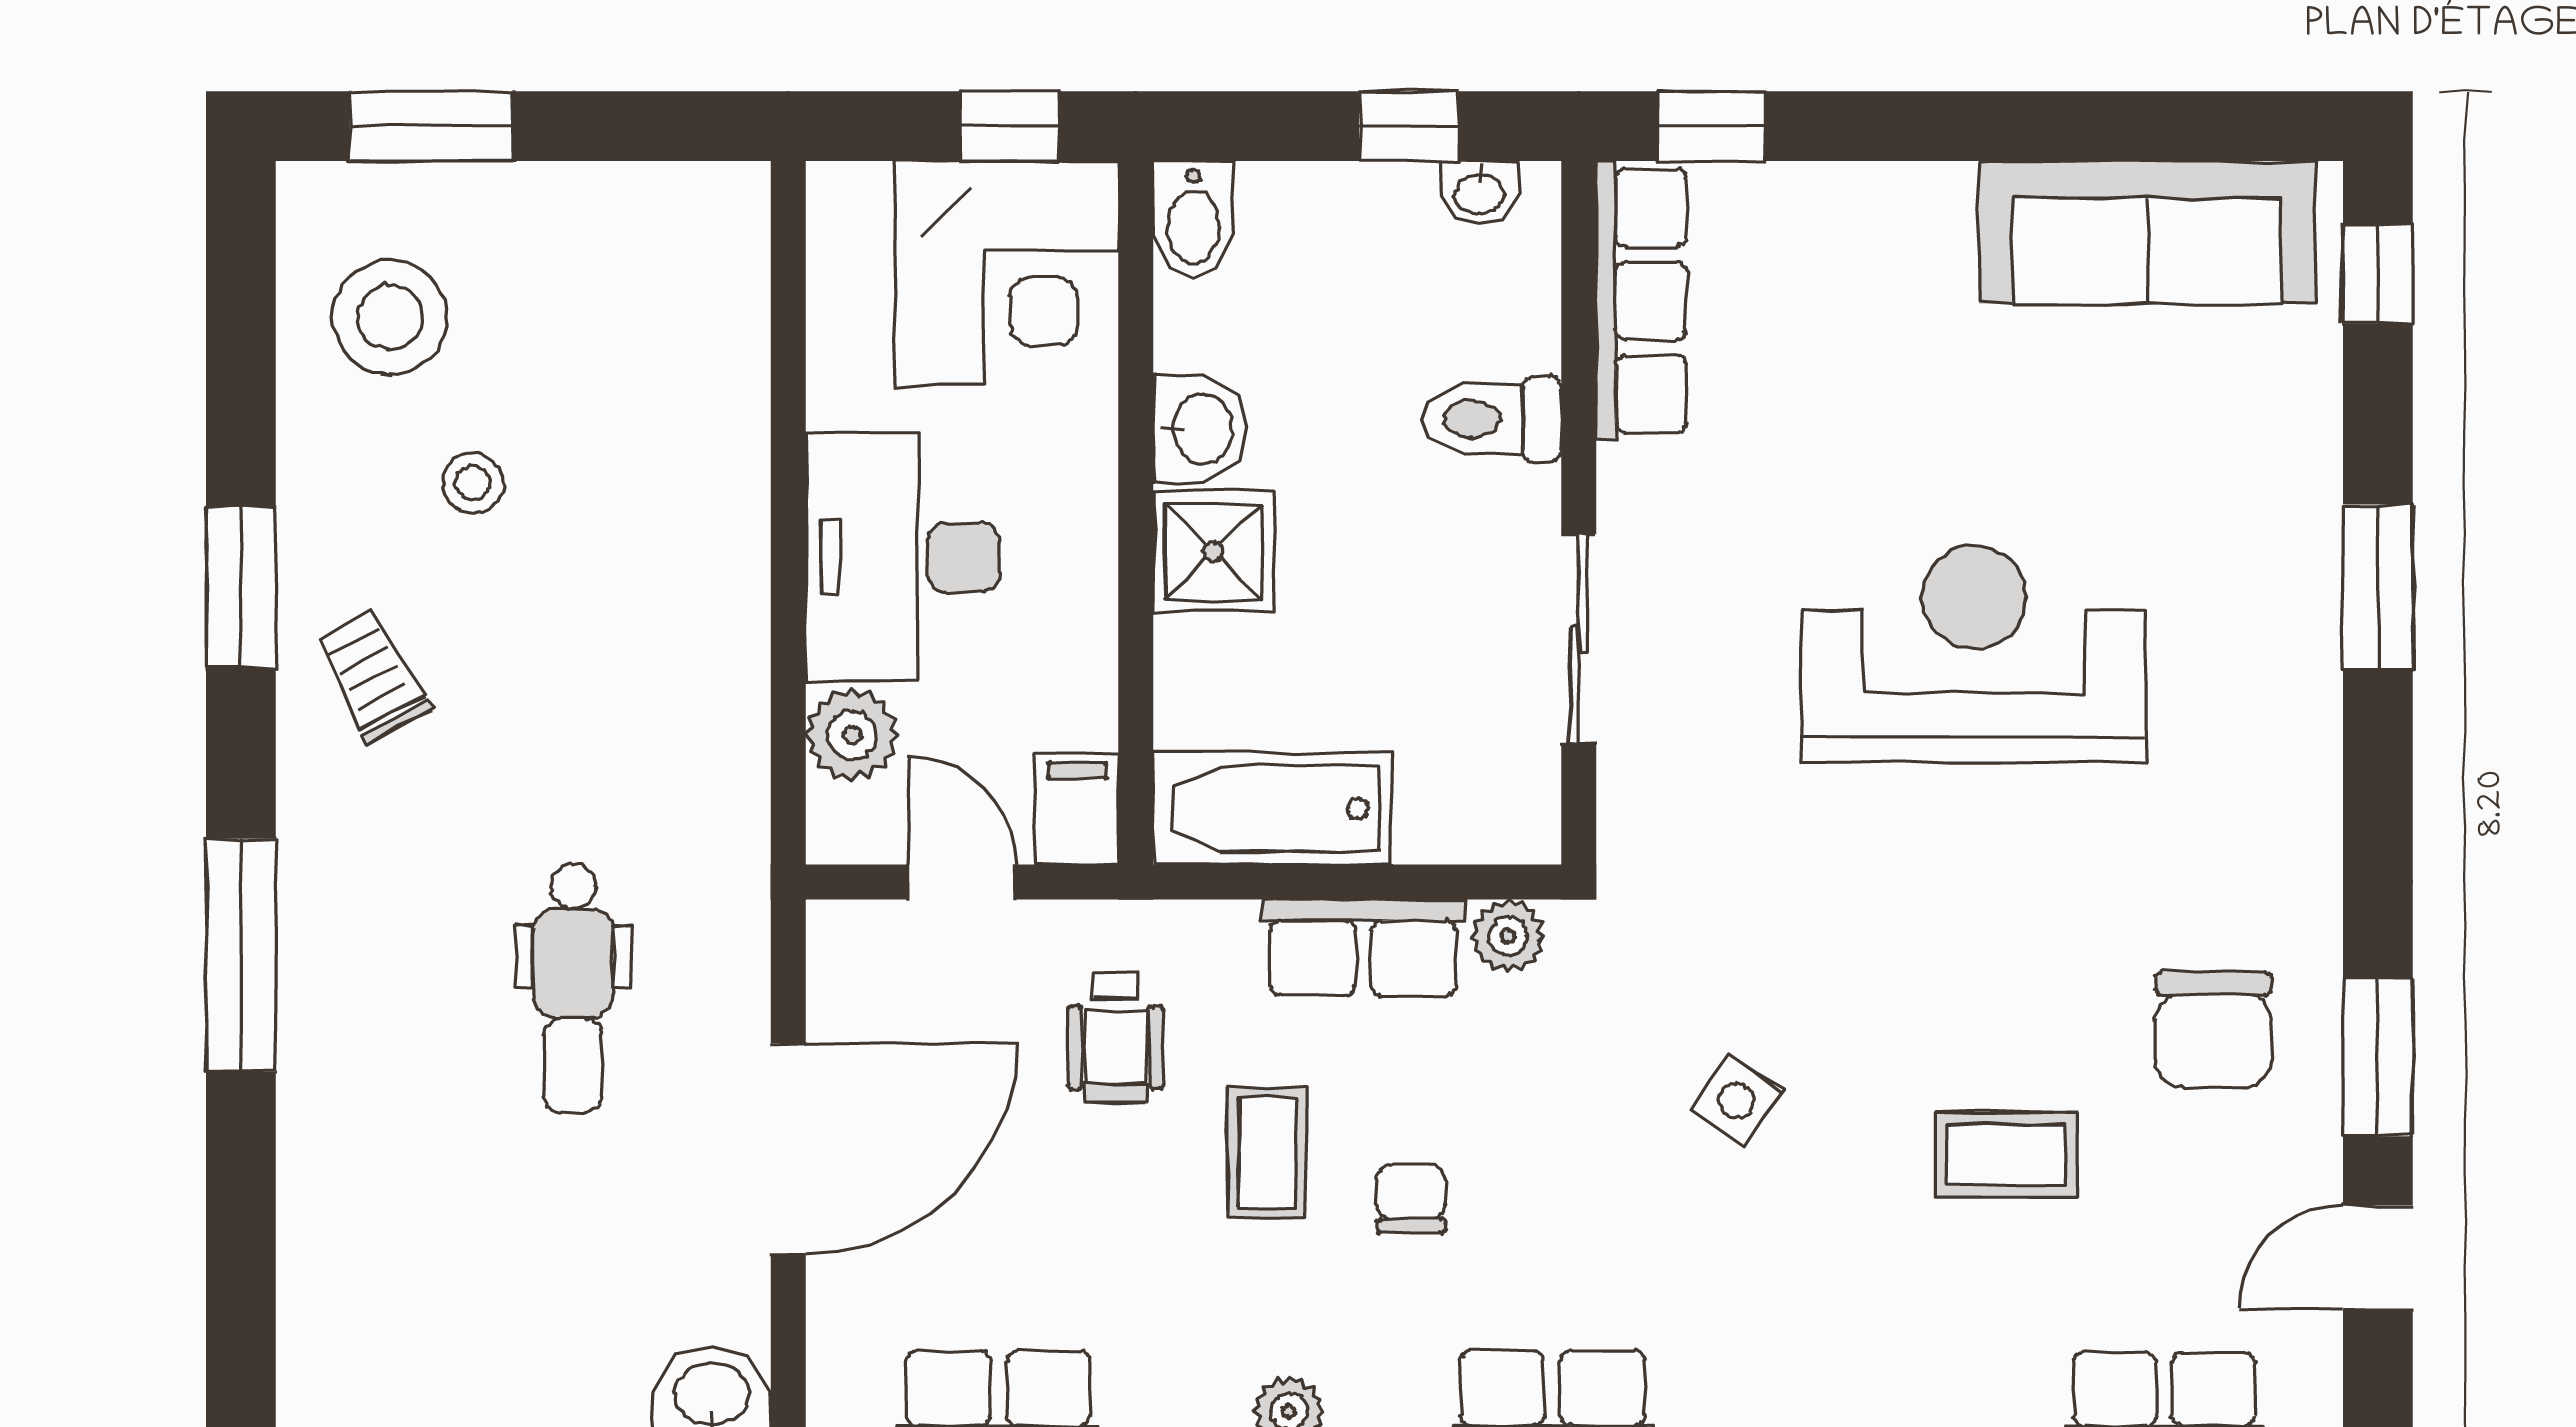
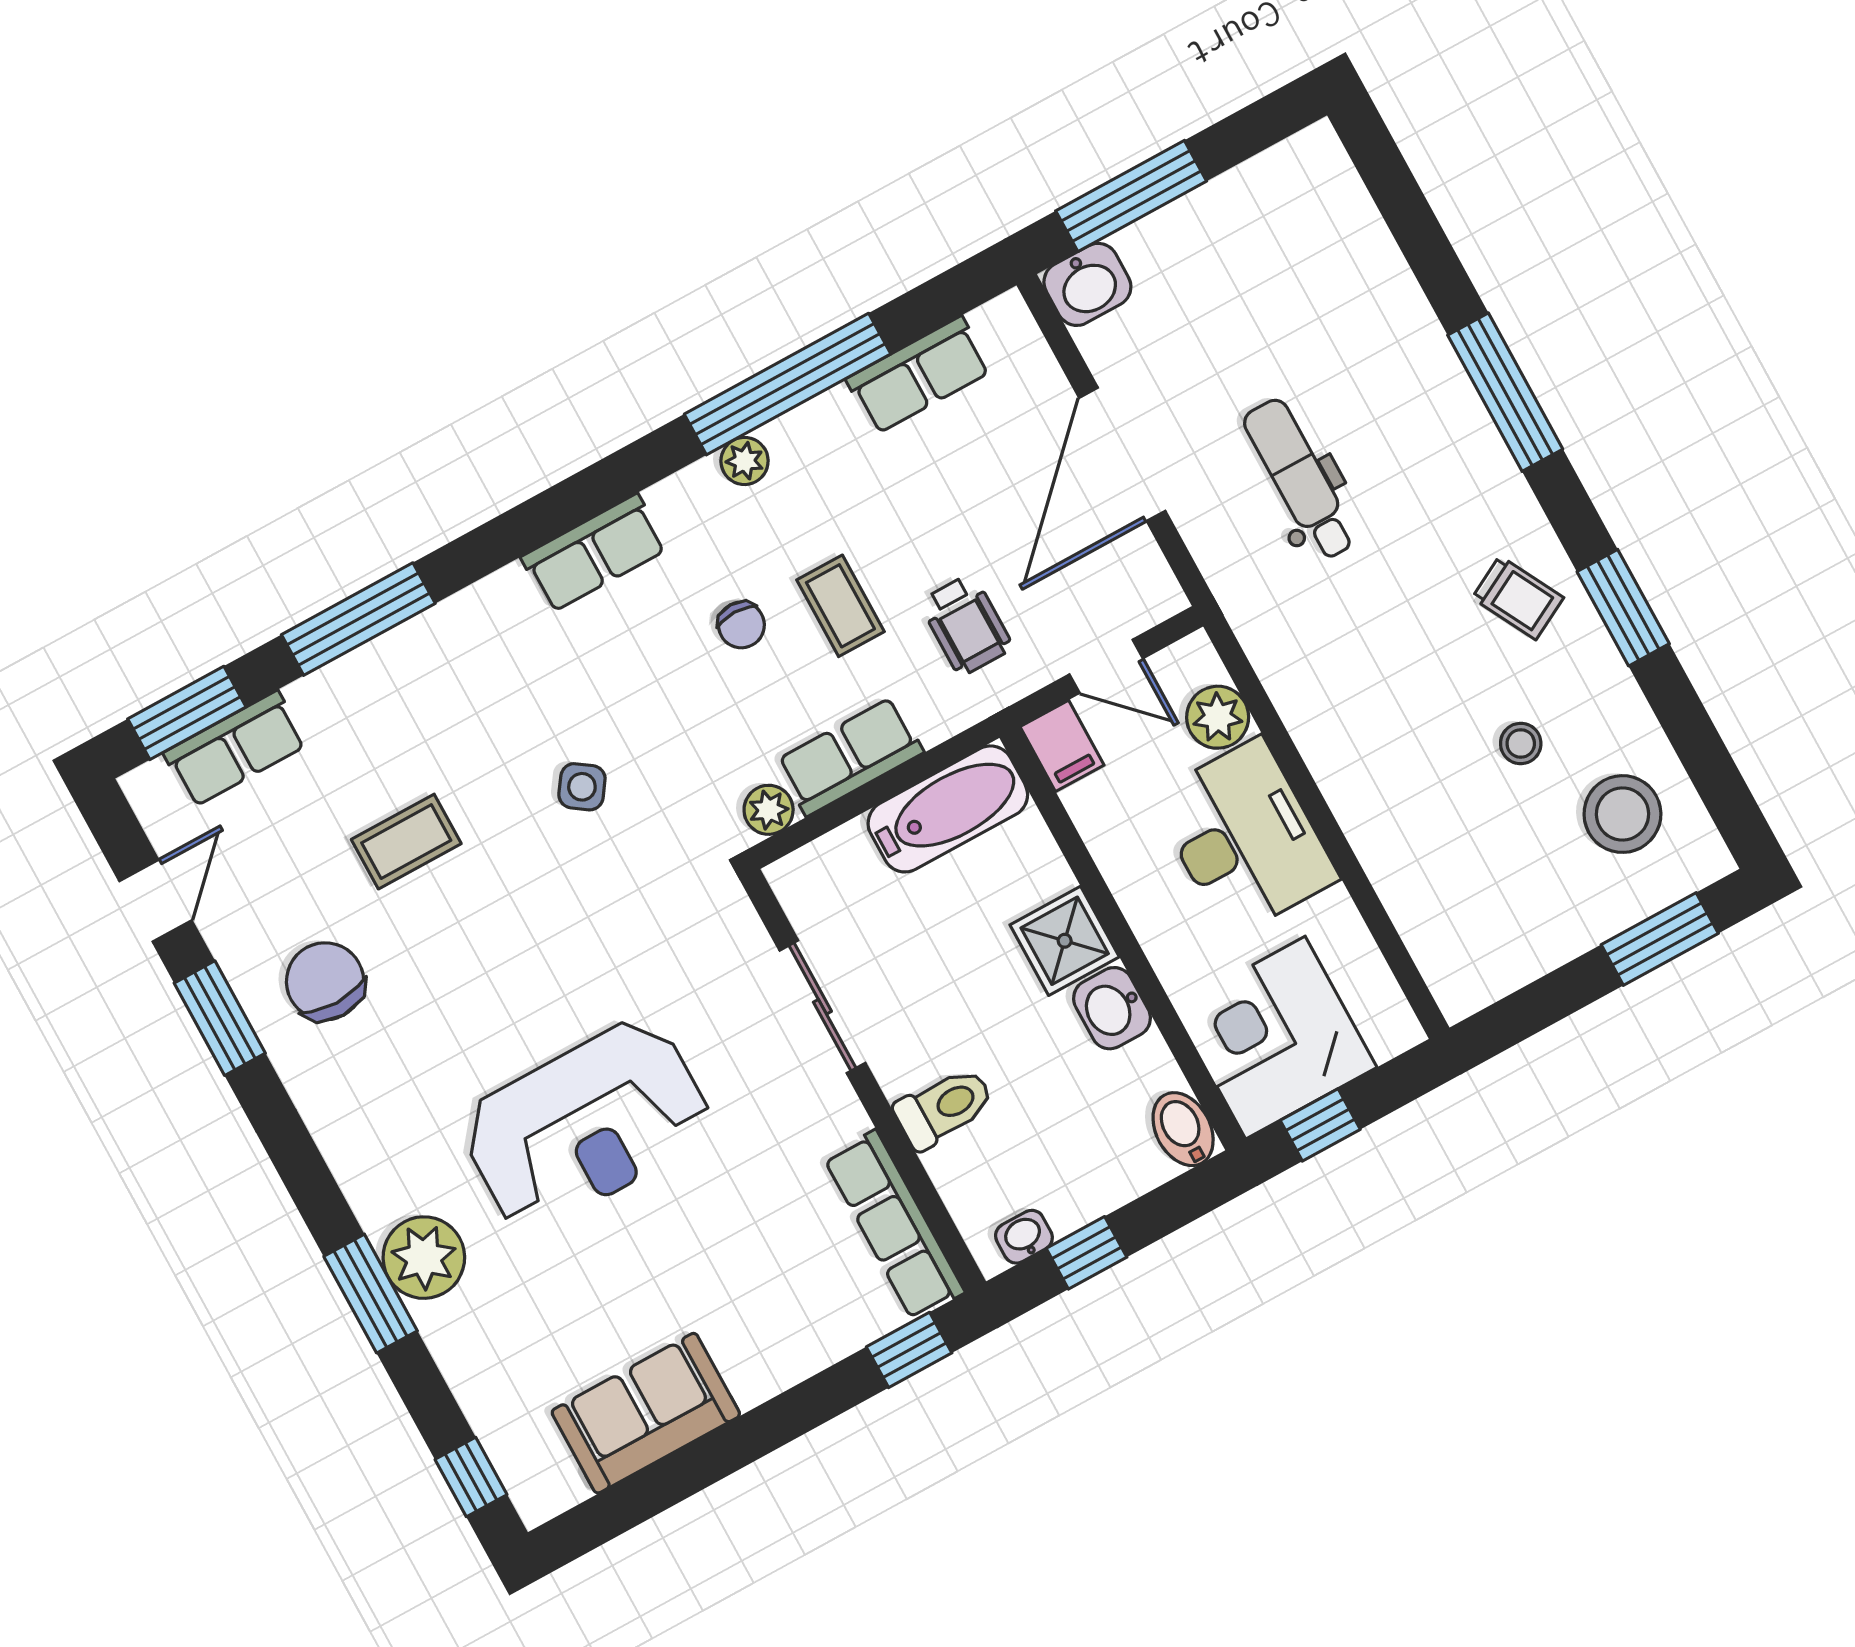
sofa: (2147, 232) -> (646, 1413), width x0.73
plant: (2282, 596) -> (424, 1258), added
wheelchair: (1116, 1037) -> (966, 625), turned 180

